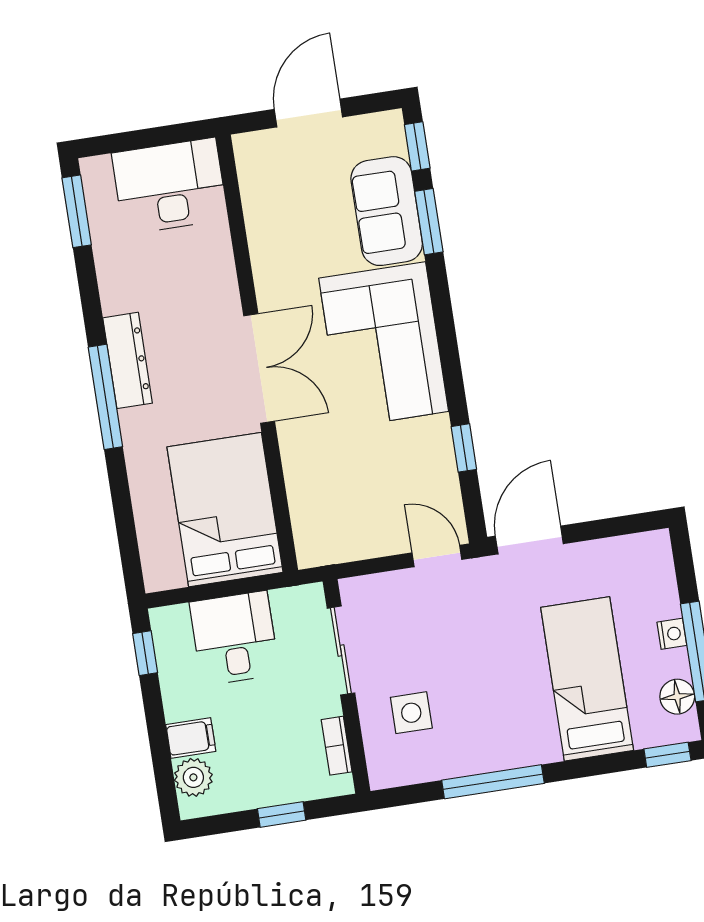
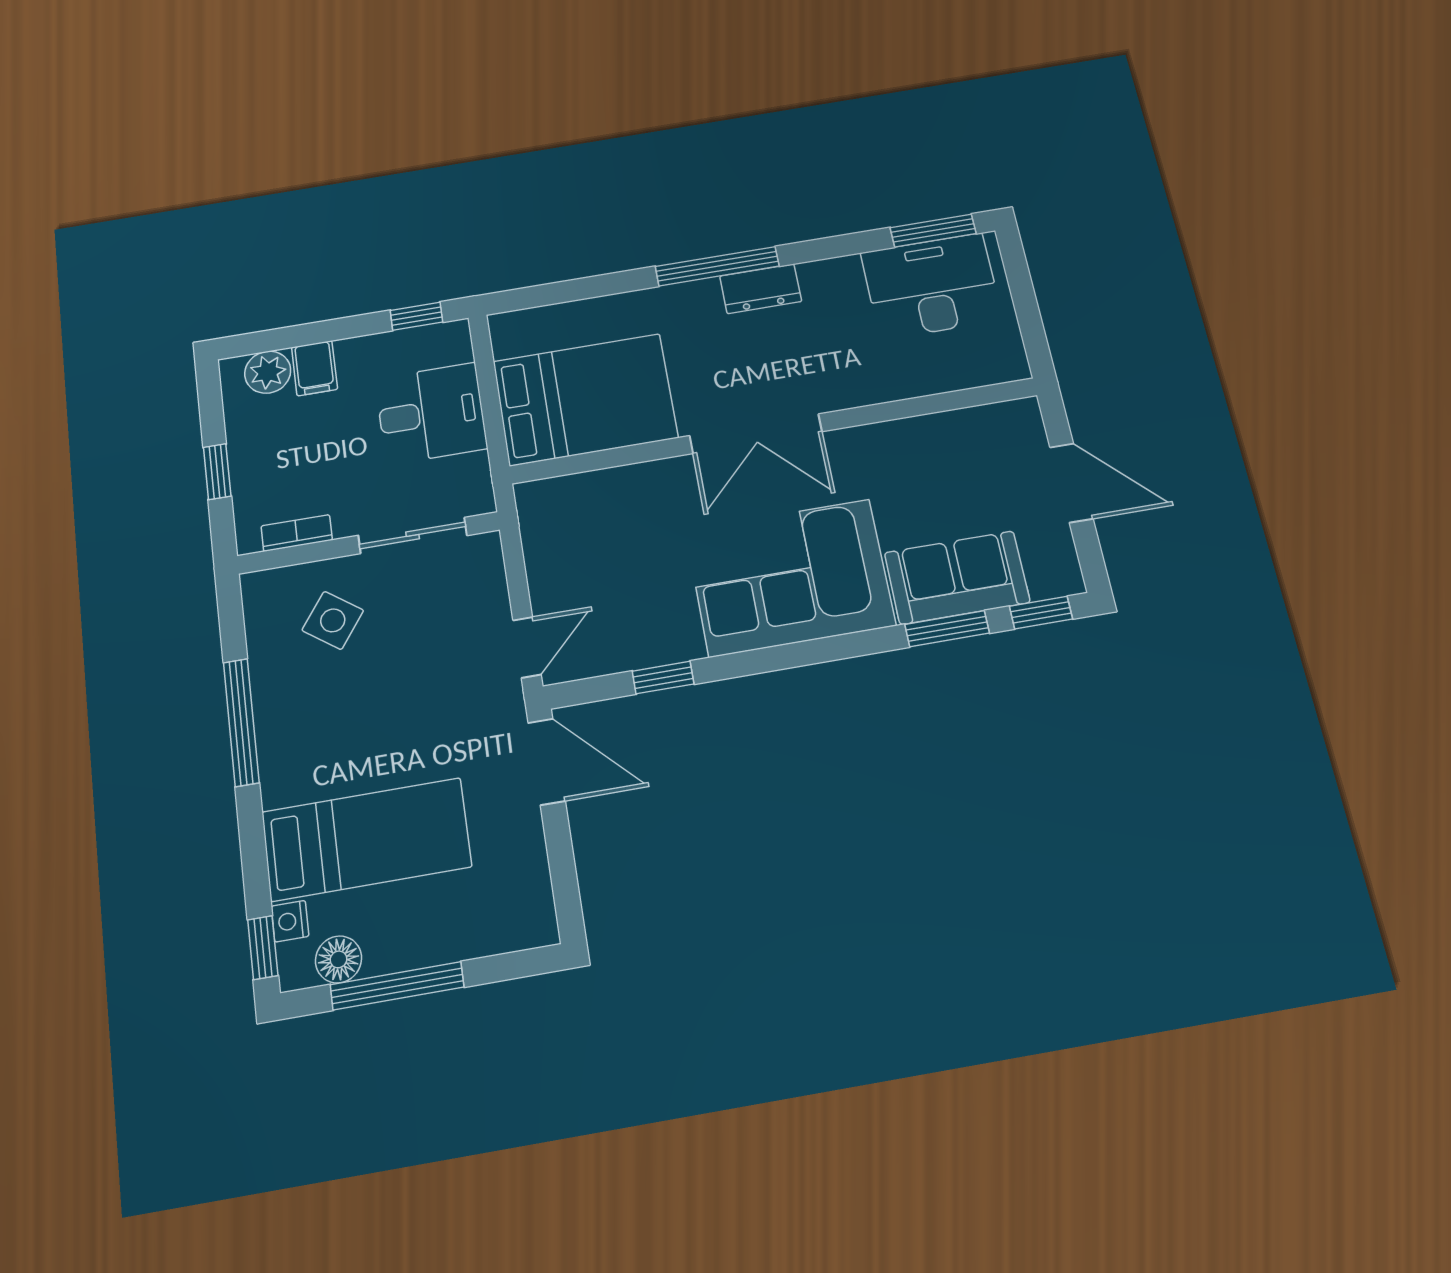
desk: (170, 186) -> (931, 286), moved, turned -90
dresser: (128, 360) -> (761, 289), width x0.70
nightstand: (672, 634) -> (290, 921), moved, turned 90
side table: (411, 713) -> (333, 620), turned 36

